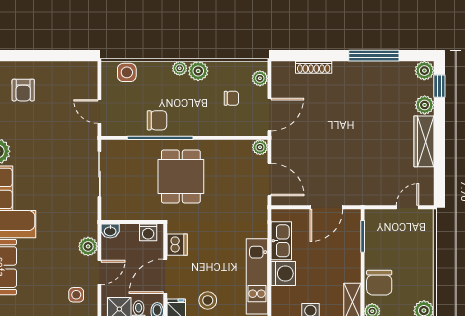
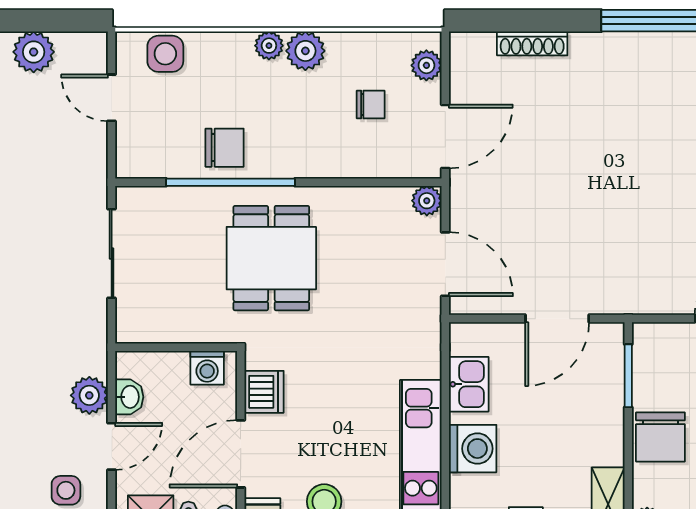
plant: (60, 72) -> (34, 52), added
door: (99, 111) -> (112, 98), moved
washbasin: (110, 231) -> (129, 397), moved, turned -90
kitchen sink: (281, 241) -> (469, 384), width x0.73
chair: (379, 283) -> (660, 437), moved

